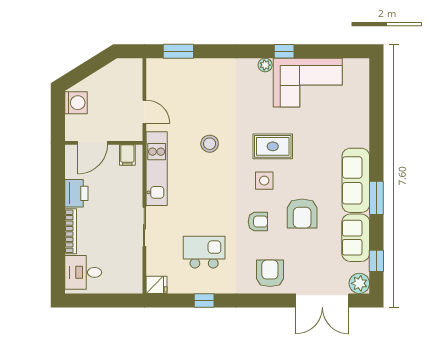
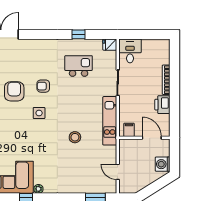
door: (144, 112) -> (118, 172), moved
door: (93, 143) -> (152, 138), hinge flipped
rug: (273, 146) -> (33, 135), removed
kitchen island: (204, 252) -> (79, 66), turned 180
desk: (83, 272) -> (130, 51), moved, turned -90
armchair: (270, 273) -> (35, 52), removed

